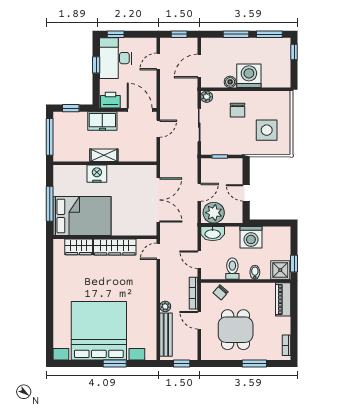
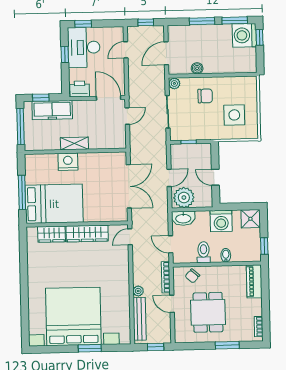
washing machine: (249, 76) -> (244, 35), moved, turned -90
chair: (238, 110) -> (205, 96), turned -90
freezer: (102, 121) -> (52, 110), moved, width x1.40
shower: (280, 270) -> (250, 219), moved

